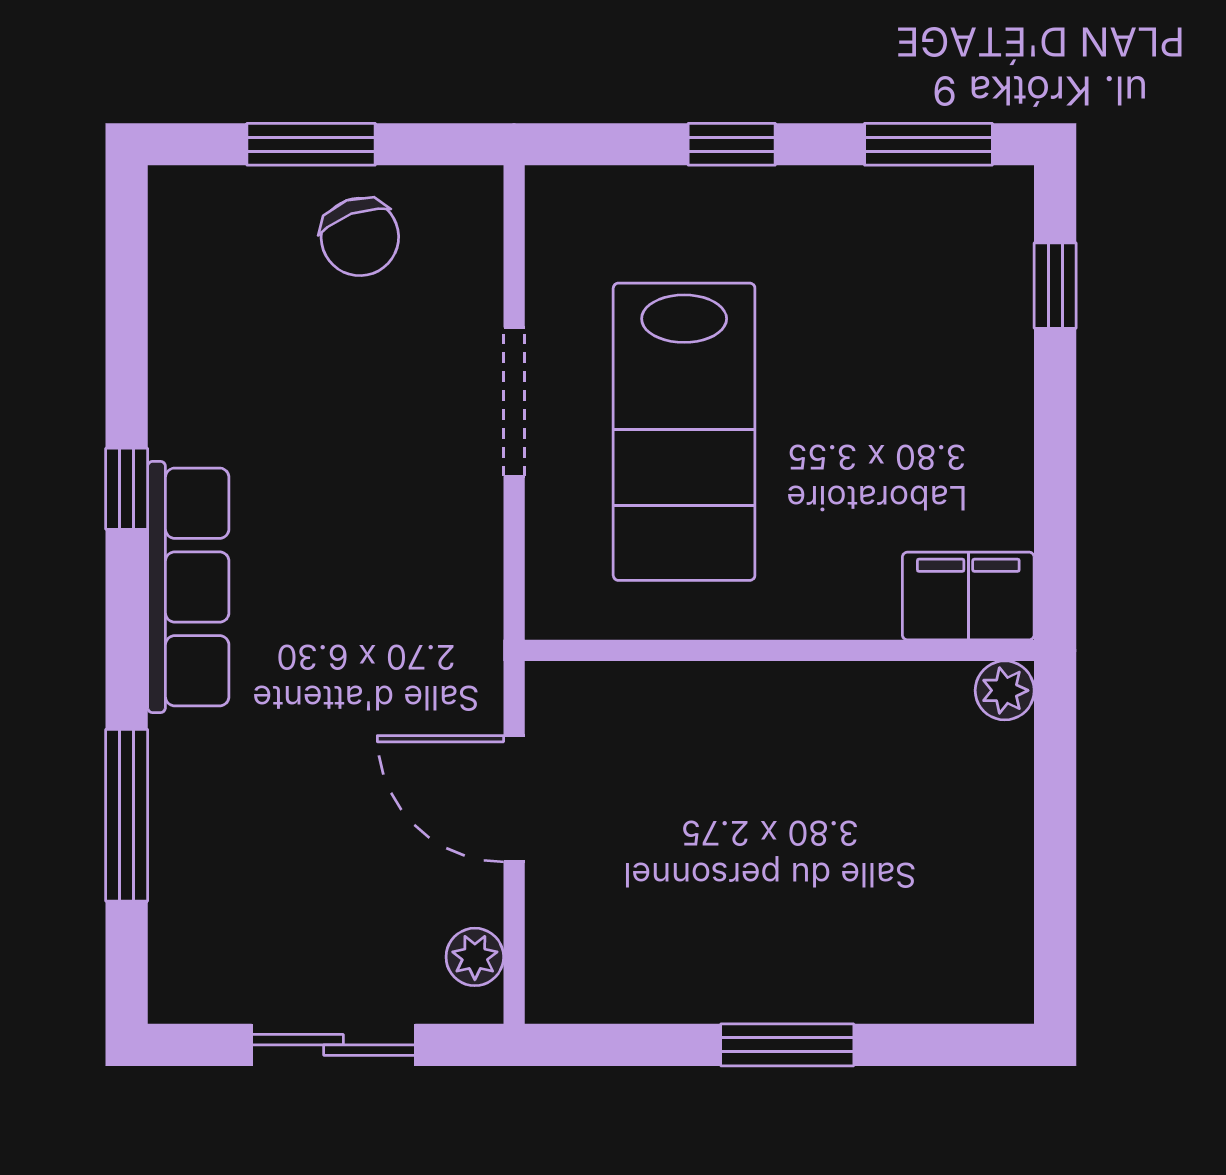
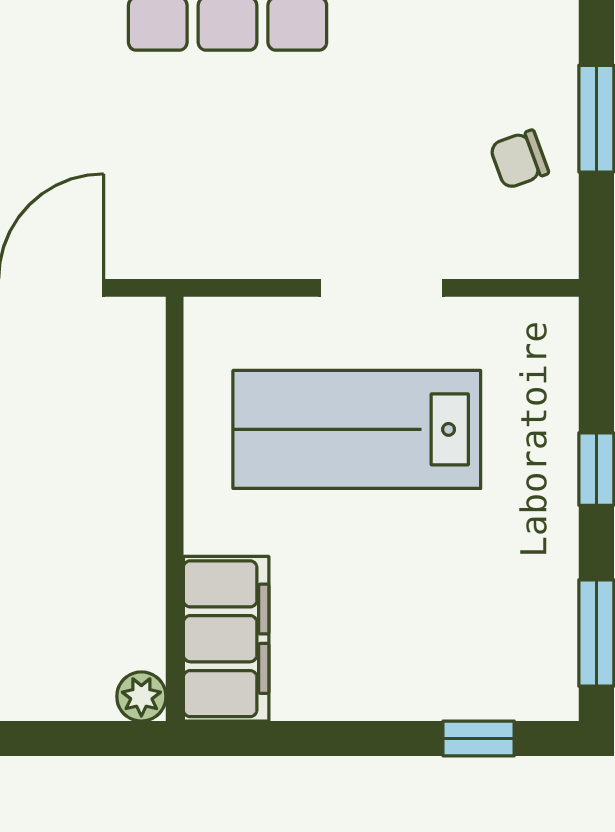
chair: (360, 237) -> (519, 159), width x0.73, depth x0.73
filing cabinet: (968, 596) -> (226, 639), width x1.50, depth x1.17

